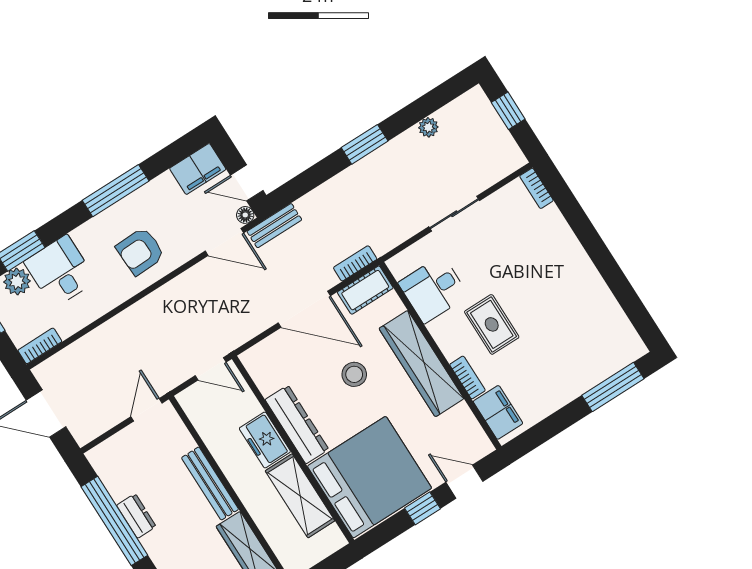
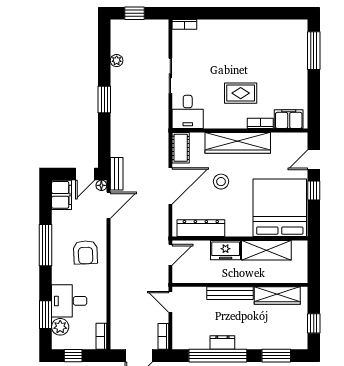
bookcase: (355, 263) -> (163, 336), moved
desk: (433, 289) -> (188, 112), moved
dresser: (297, 425) -> (201, 228), moved

